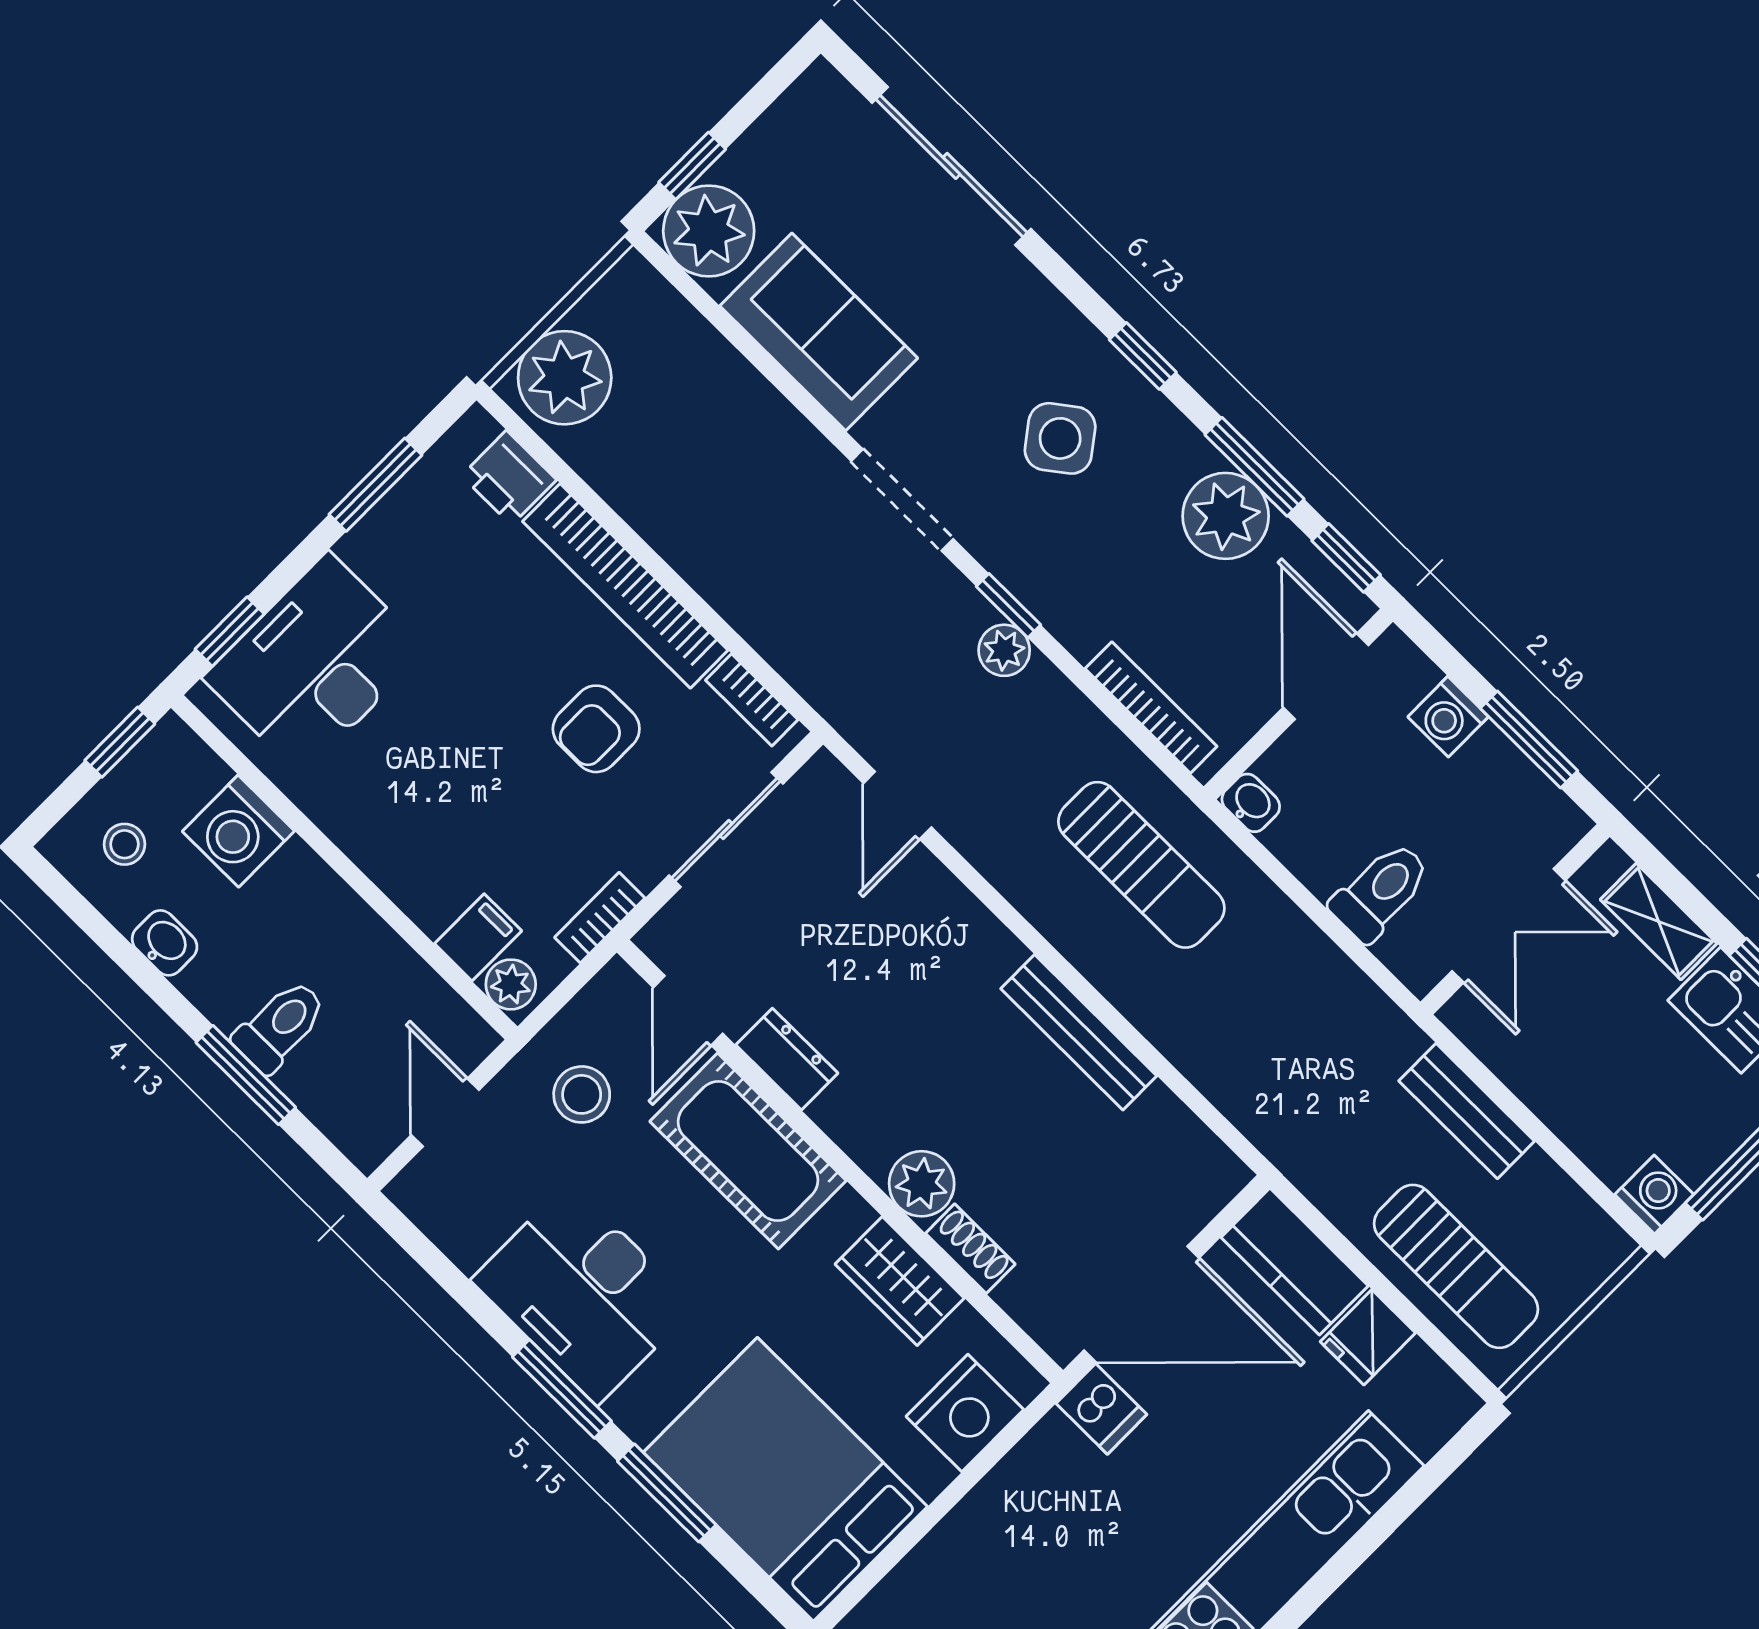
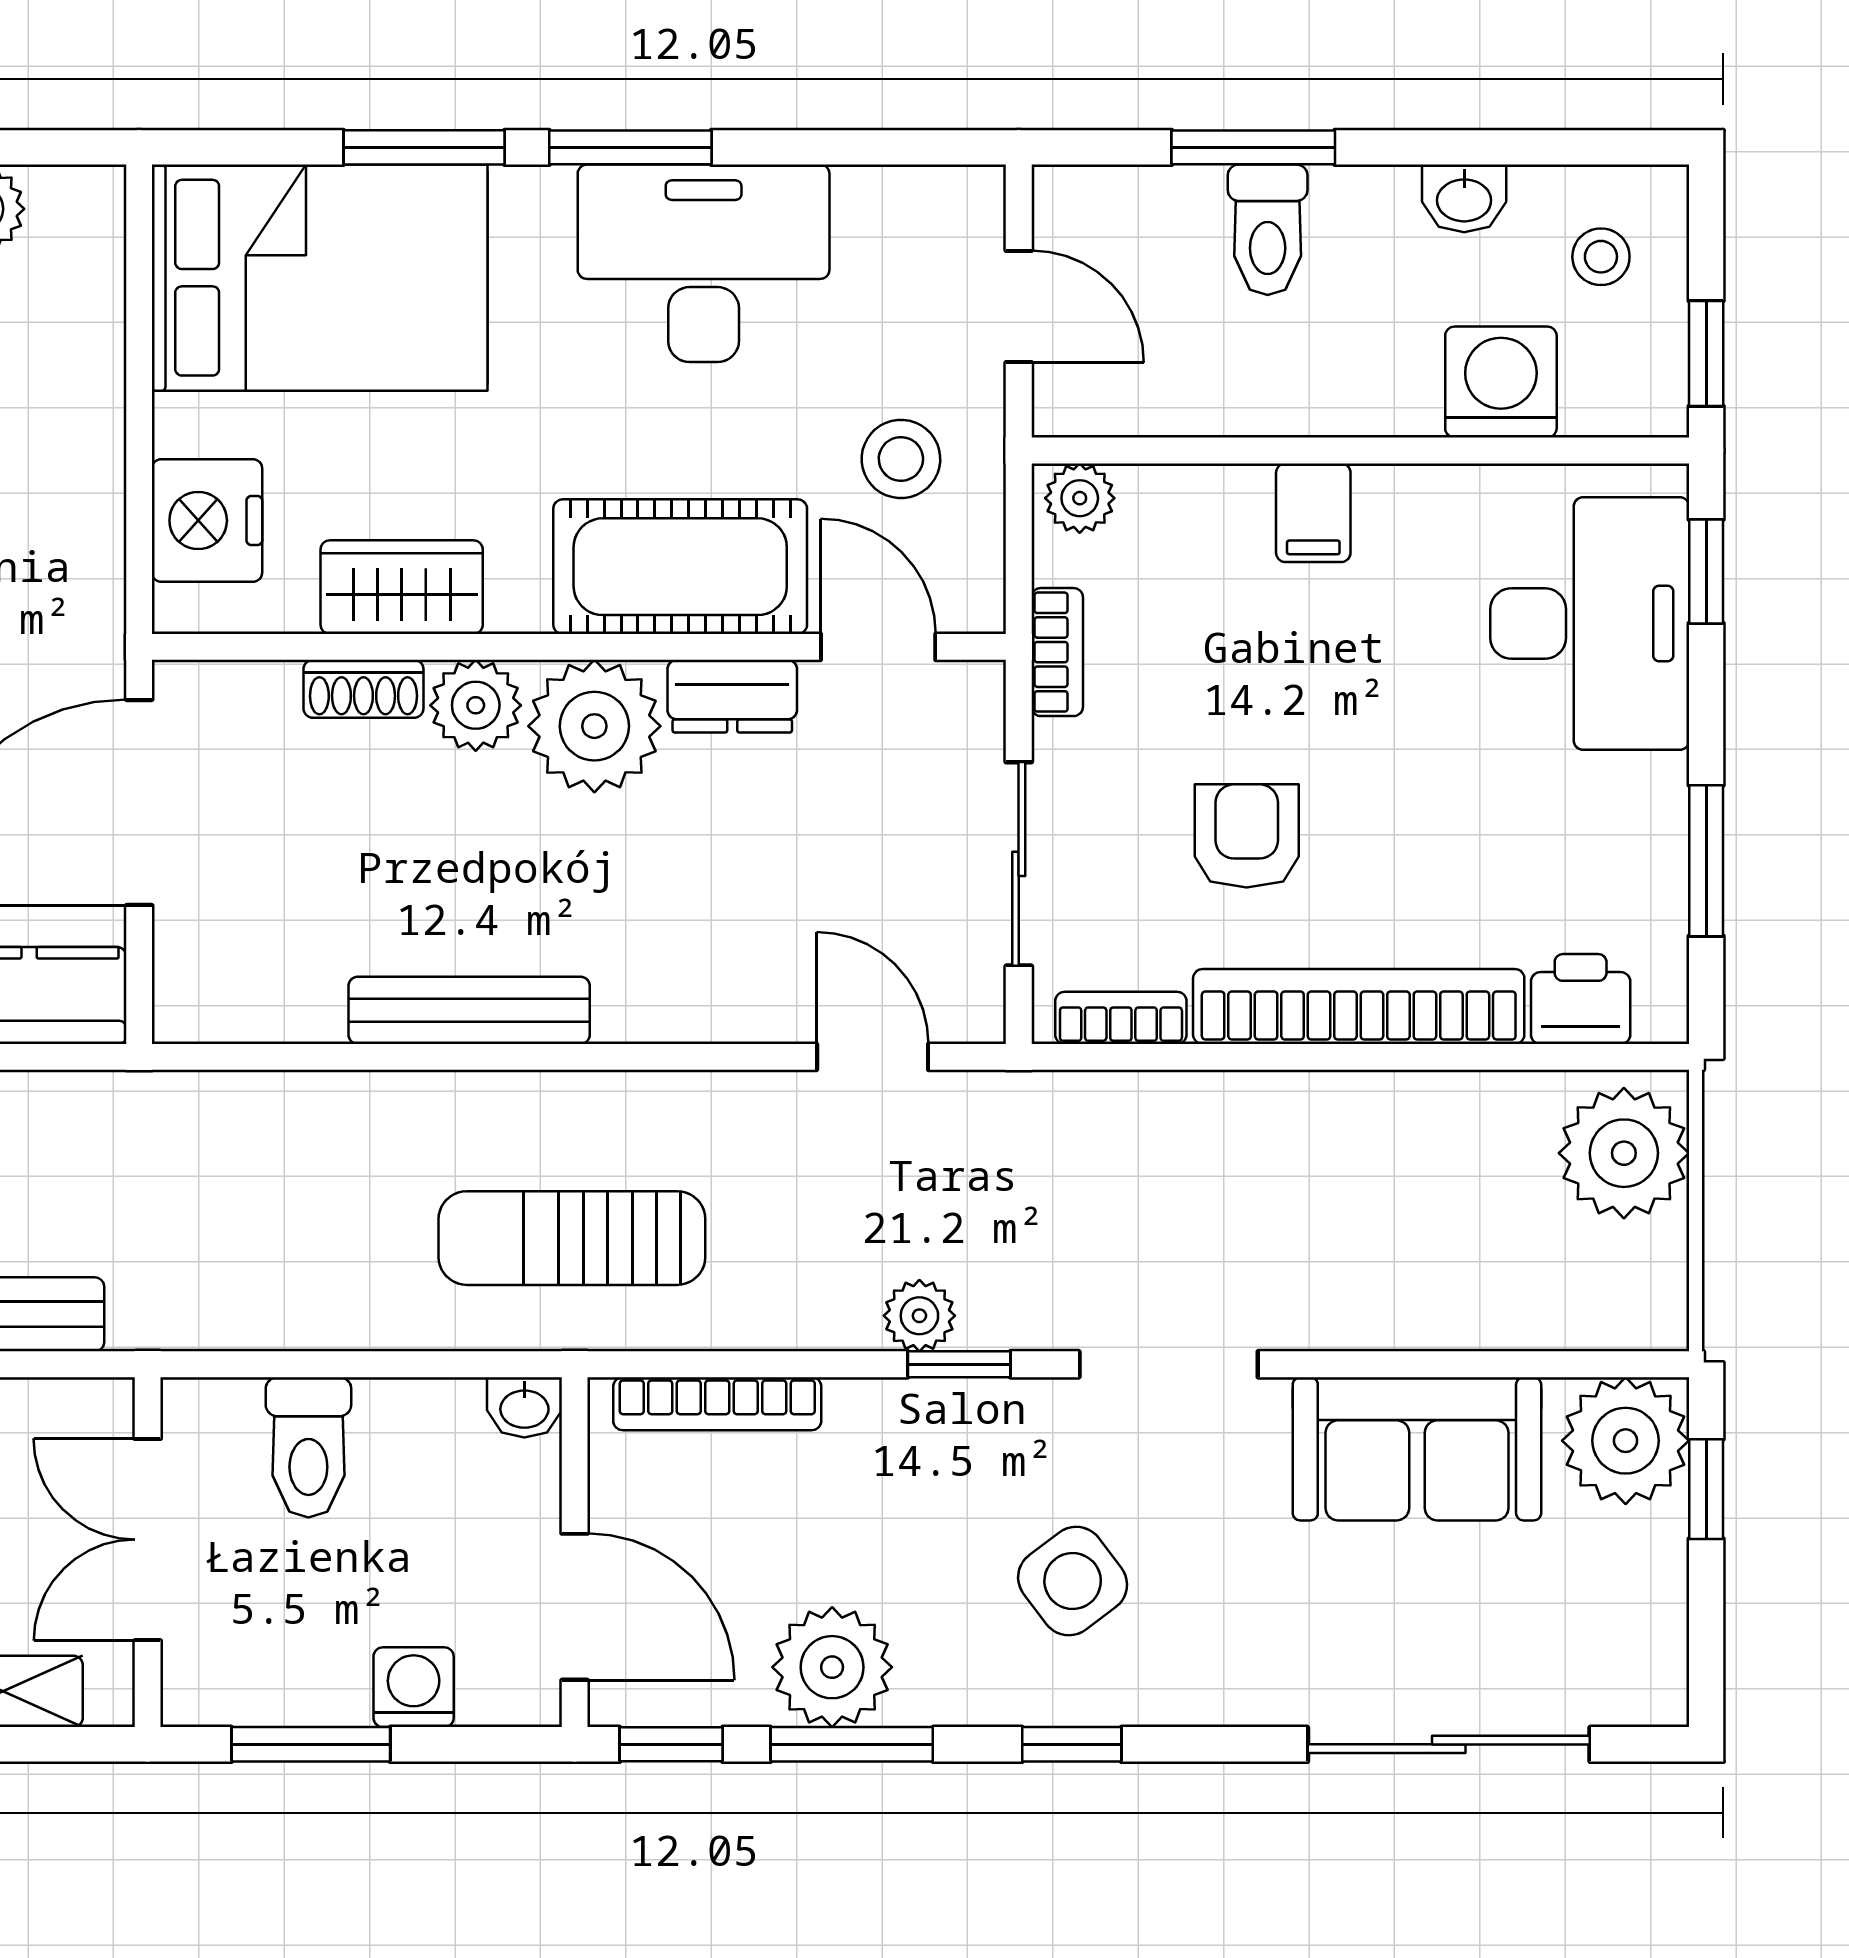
filing cabinet: (478, 937) -> (1313, 513), moved
plant: (872, 1113) -> (594, 726), added
dishwasher: (1101, 1409) -> (76, 659), removed

